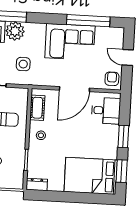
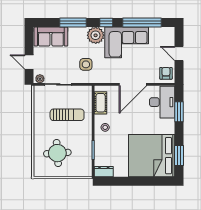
window: (48, 19) -> (106, 22), added
plant: (15, 31) -> (96, 35), moved
desk: (106, 111) -> (162, 102), width x1.37
window: (123, 137) -> (179, 112), moved
bed: (91, 176) -> (152, 156), width x1.36

